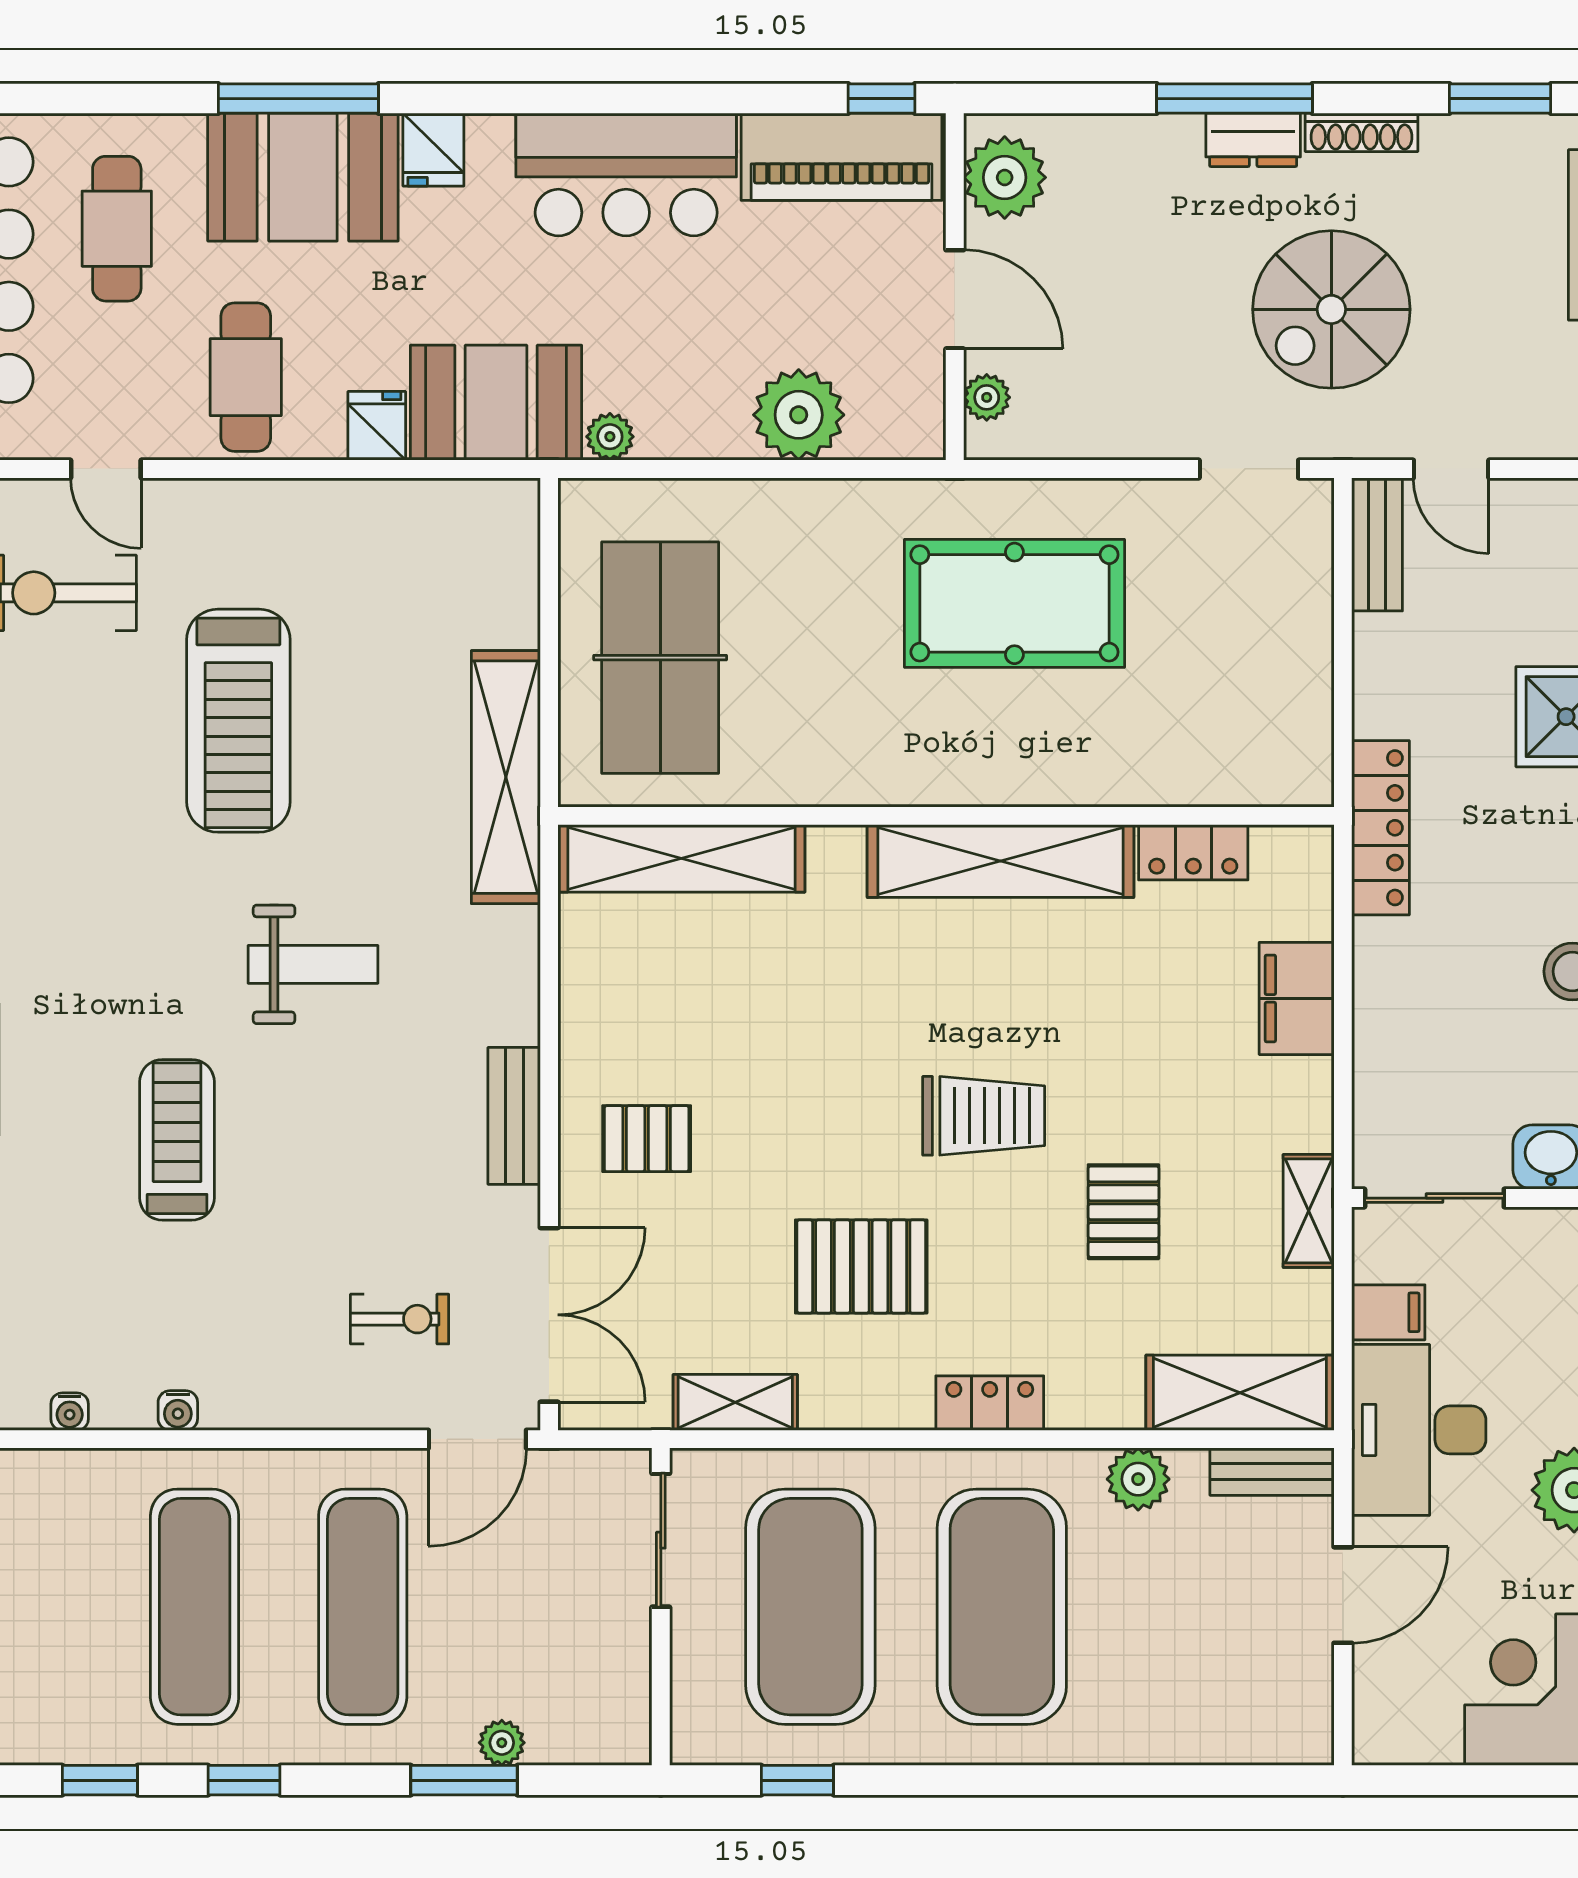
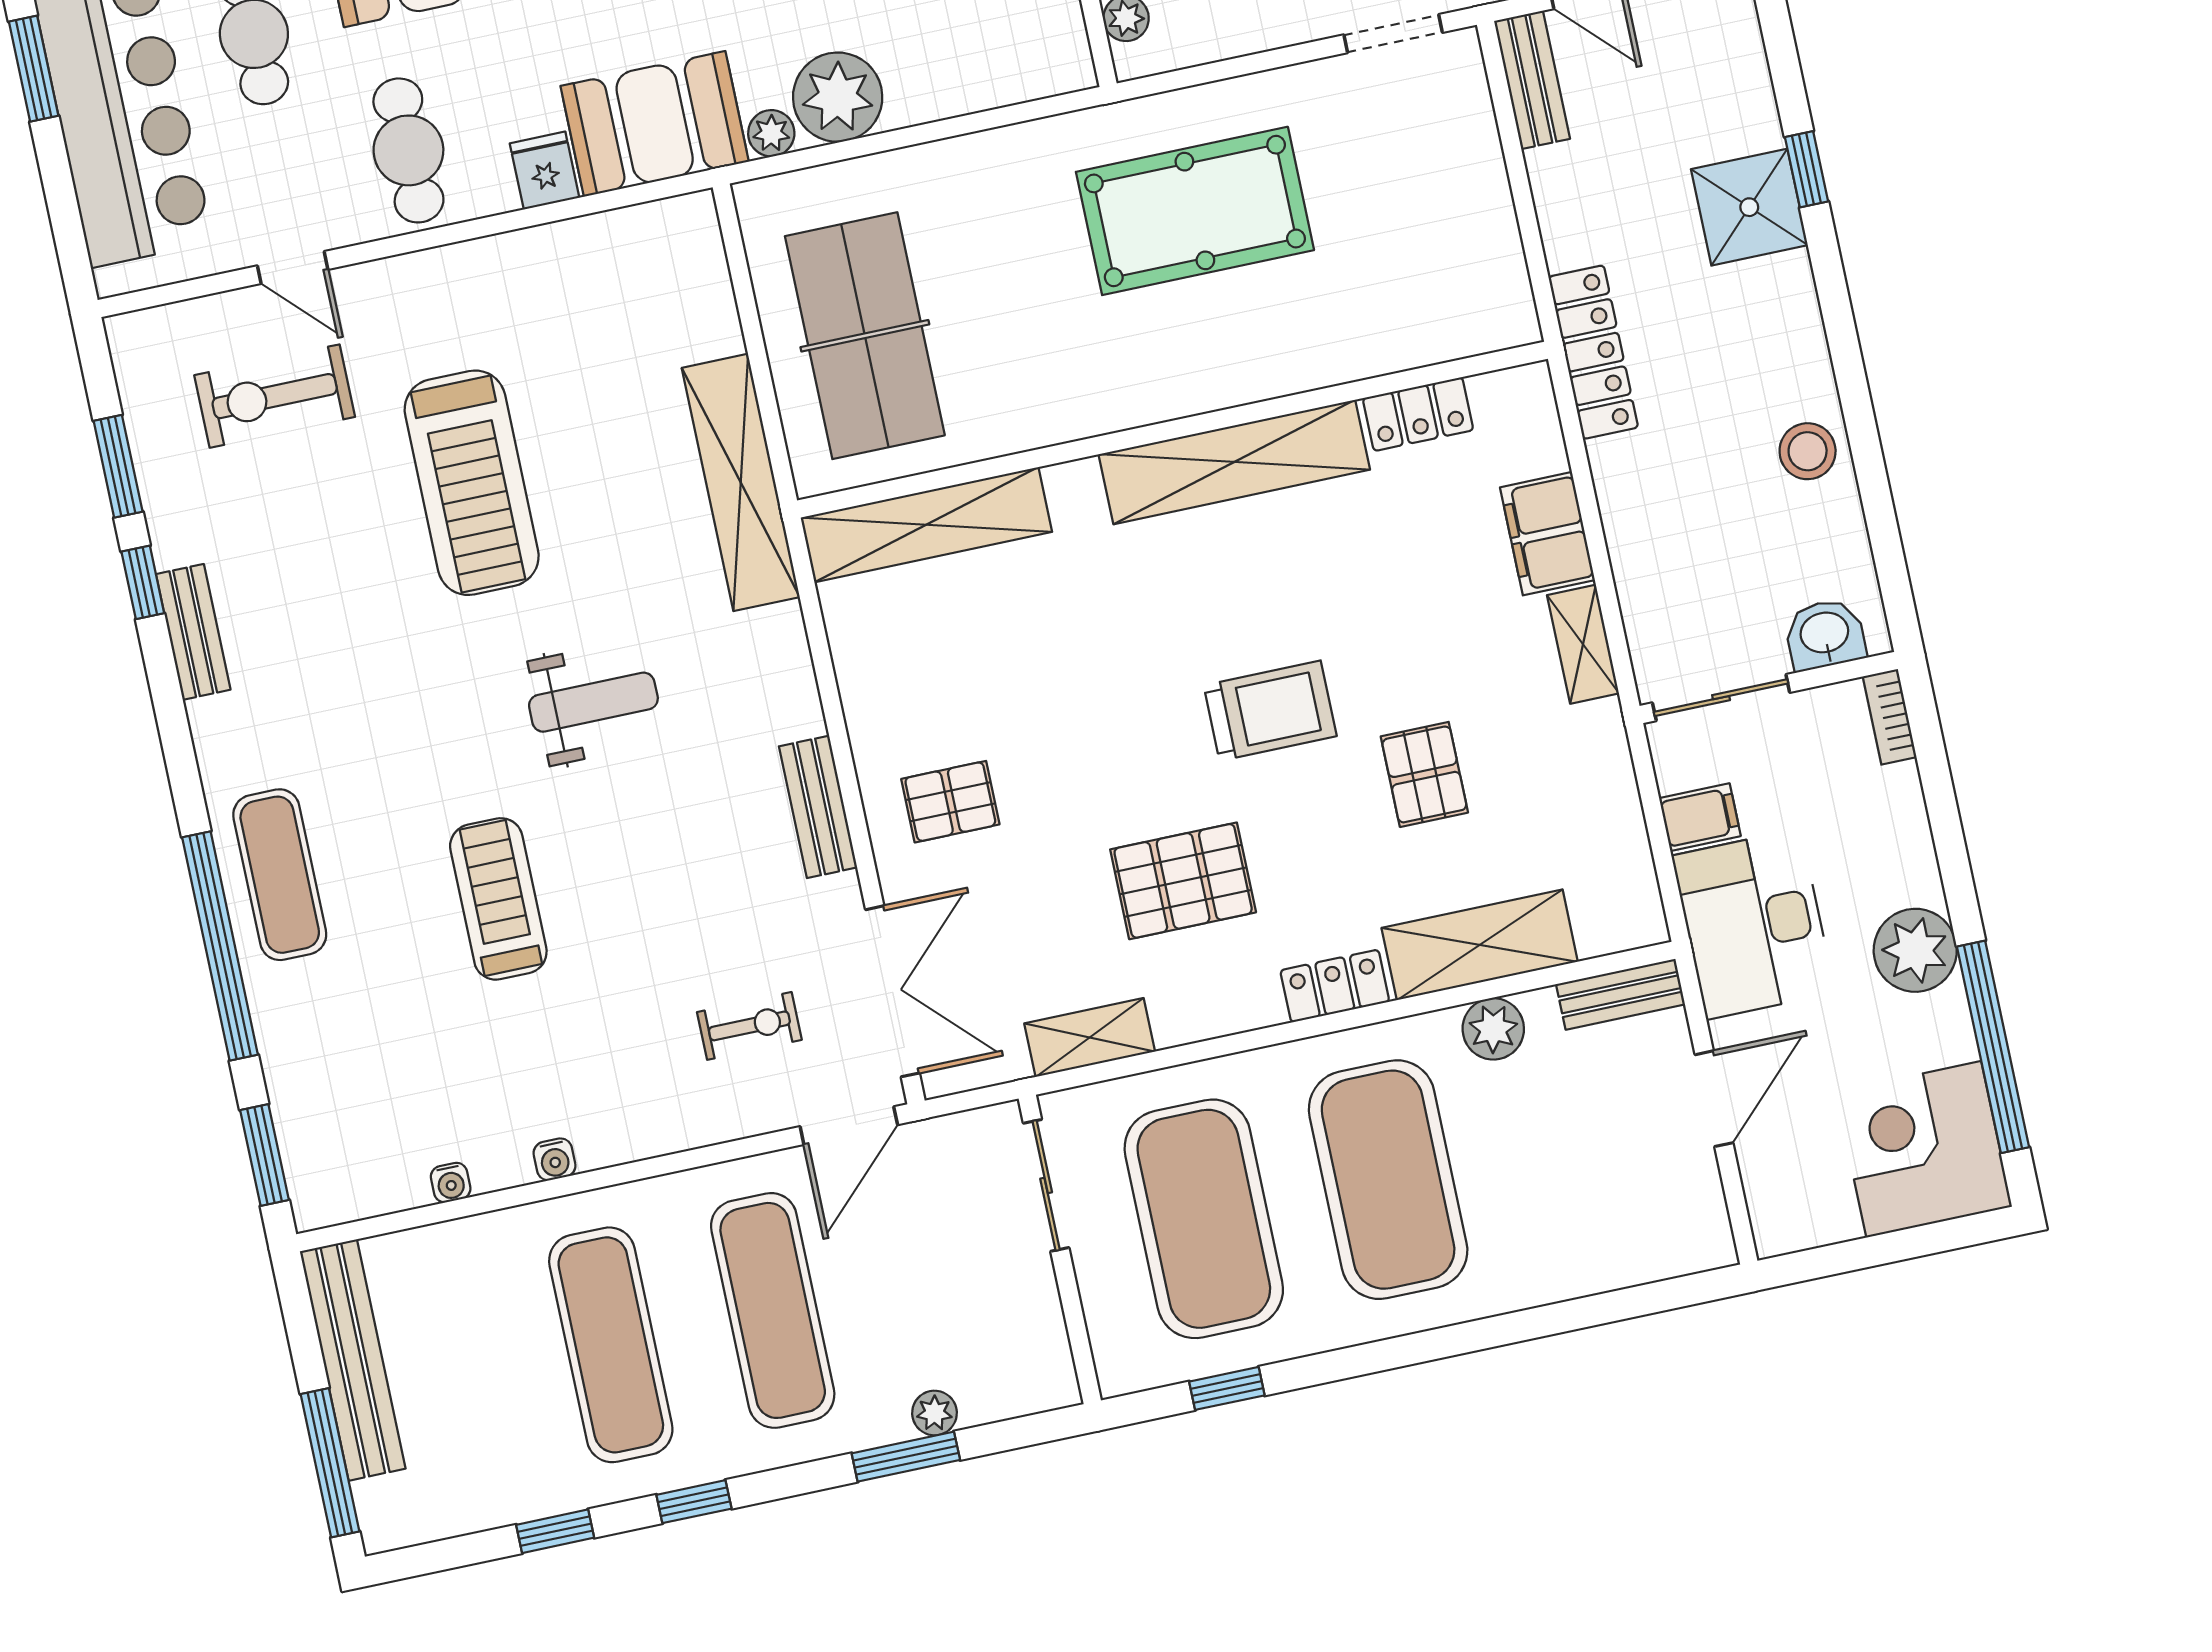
plant: (799, 415) -> (838, 97), moved
shelving: (1309, 1211) -> (1583, 644), moved
shelving: (1240, 1393) -> (1480, 945), moved

